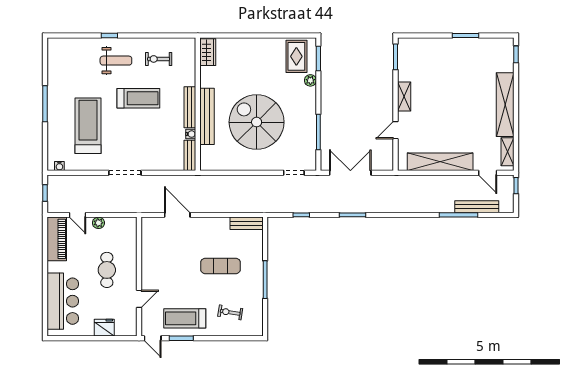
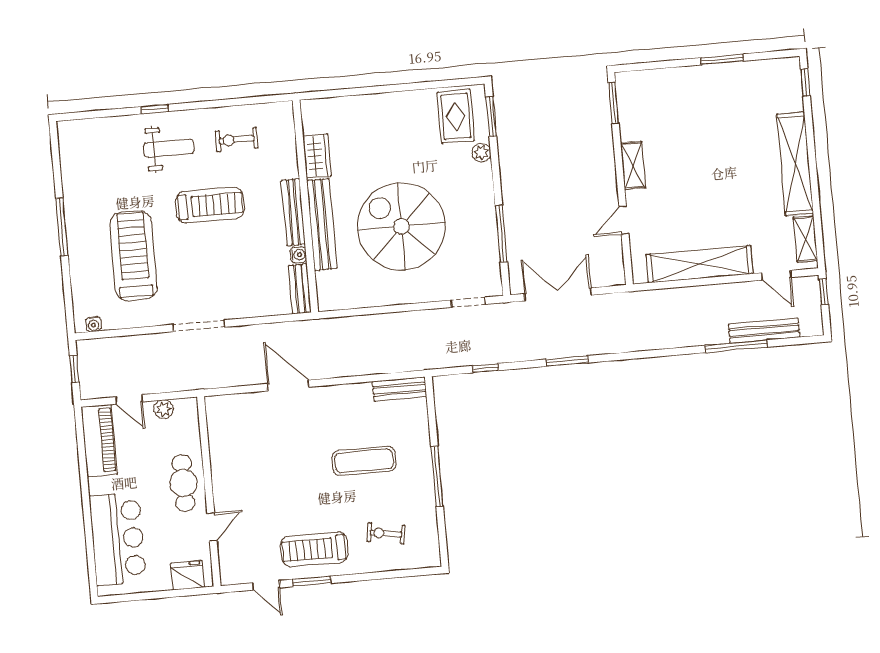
wardrobe: (208, 52) -> (317, 156), moved
wall: (139, 277) -> (209, 491), moved
door: (139, 299) -> (212, 527), moved

